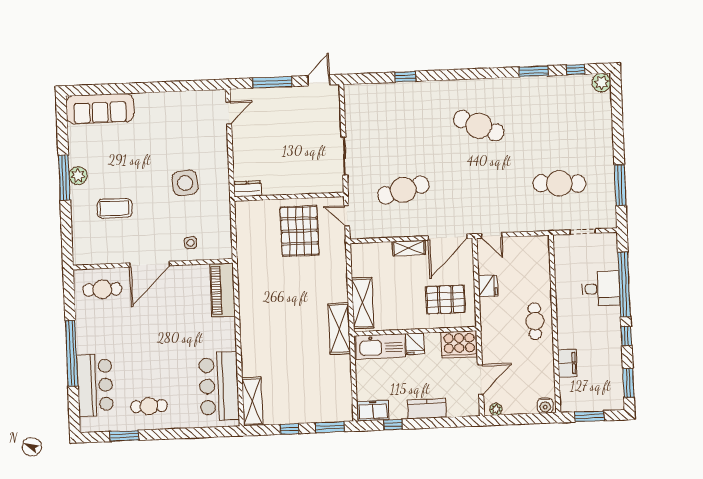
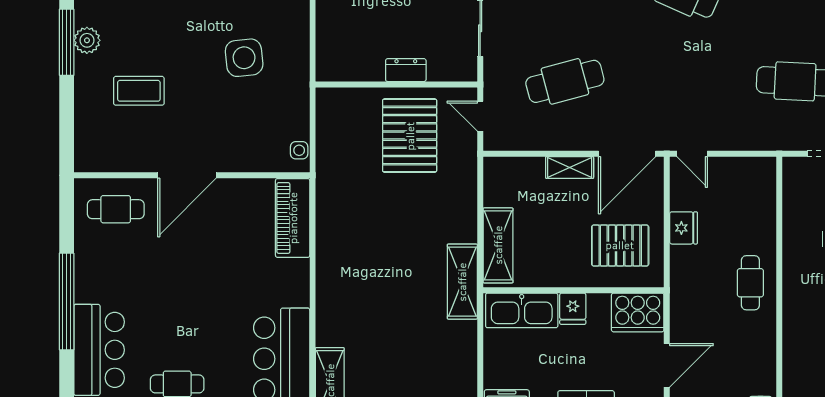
dresser: (248, 189) -> (406, 70), moved
side table: (191, 243) -> (299, 150), moved
filing cabinet: (567, 363) -> (796, 347), removed

